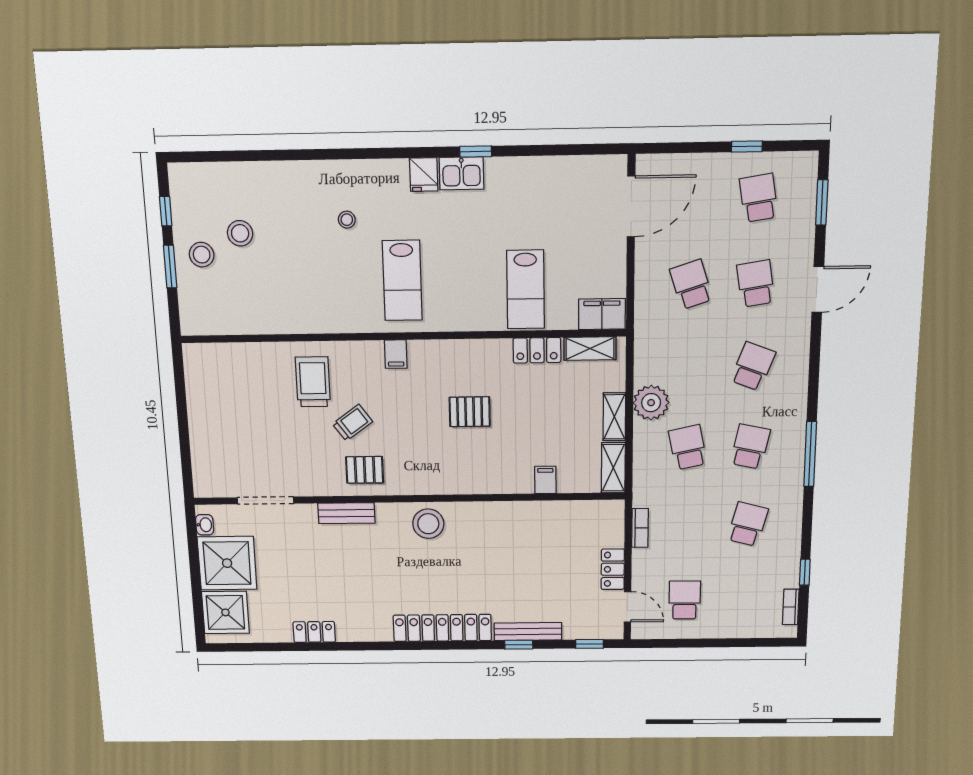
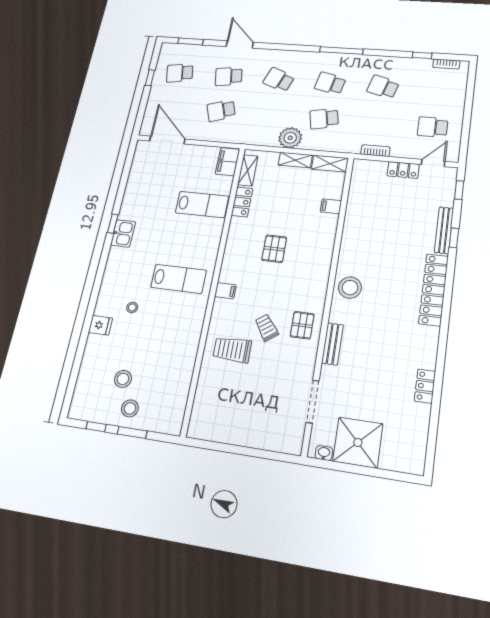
fridge: (424, 175) -> (100, 325), moved
shower: (225, 612) -> (399, 453), removed

